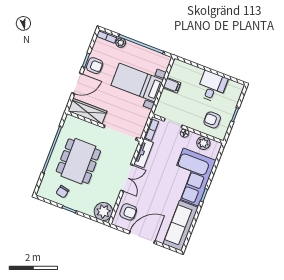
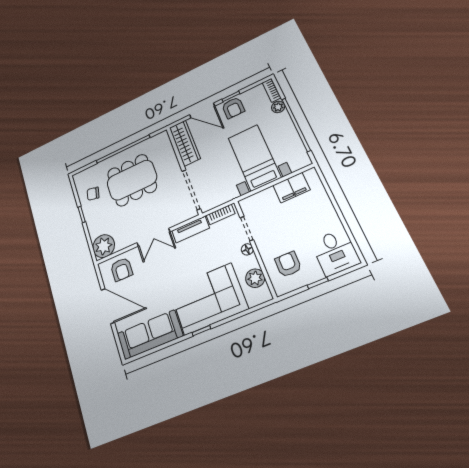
filing cabinet: (172, 85) -> (291, 188), width x2.00
desk: (212, 87) -> (335, 252), moved, turned 90

